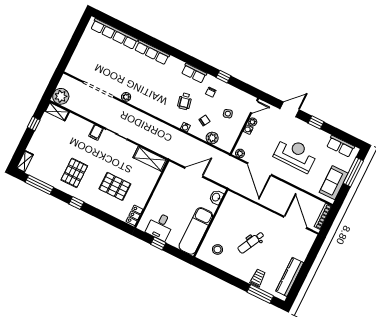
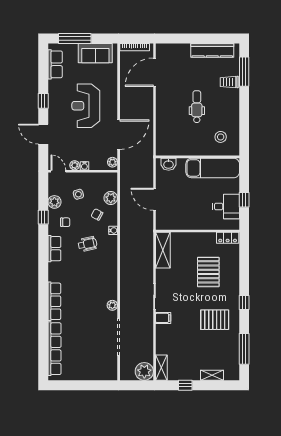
plant: (231, 92) -> (54, 202), added
shelving: (25, 161) -> (212, 375), moved
dental chair: (251, 242) -> (197, 107), turned -117

